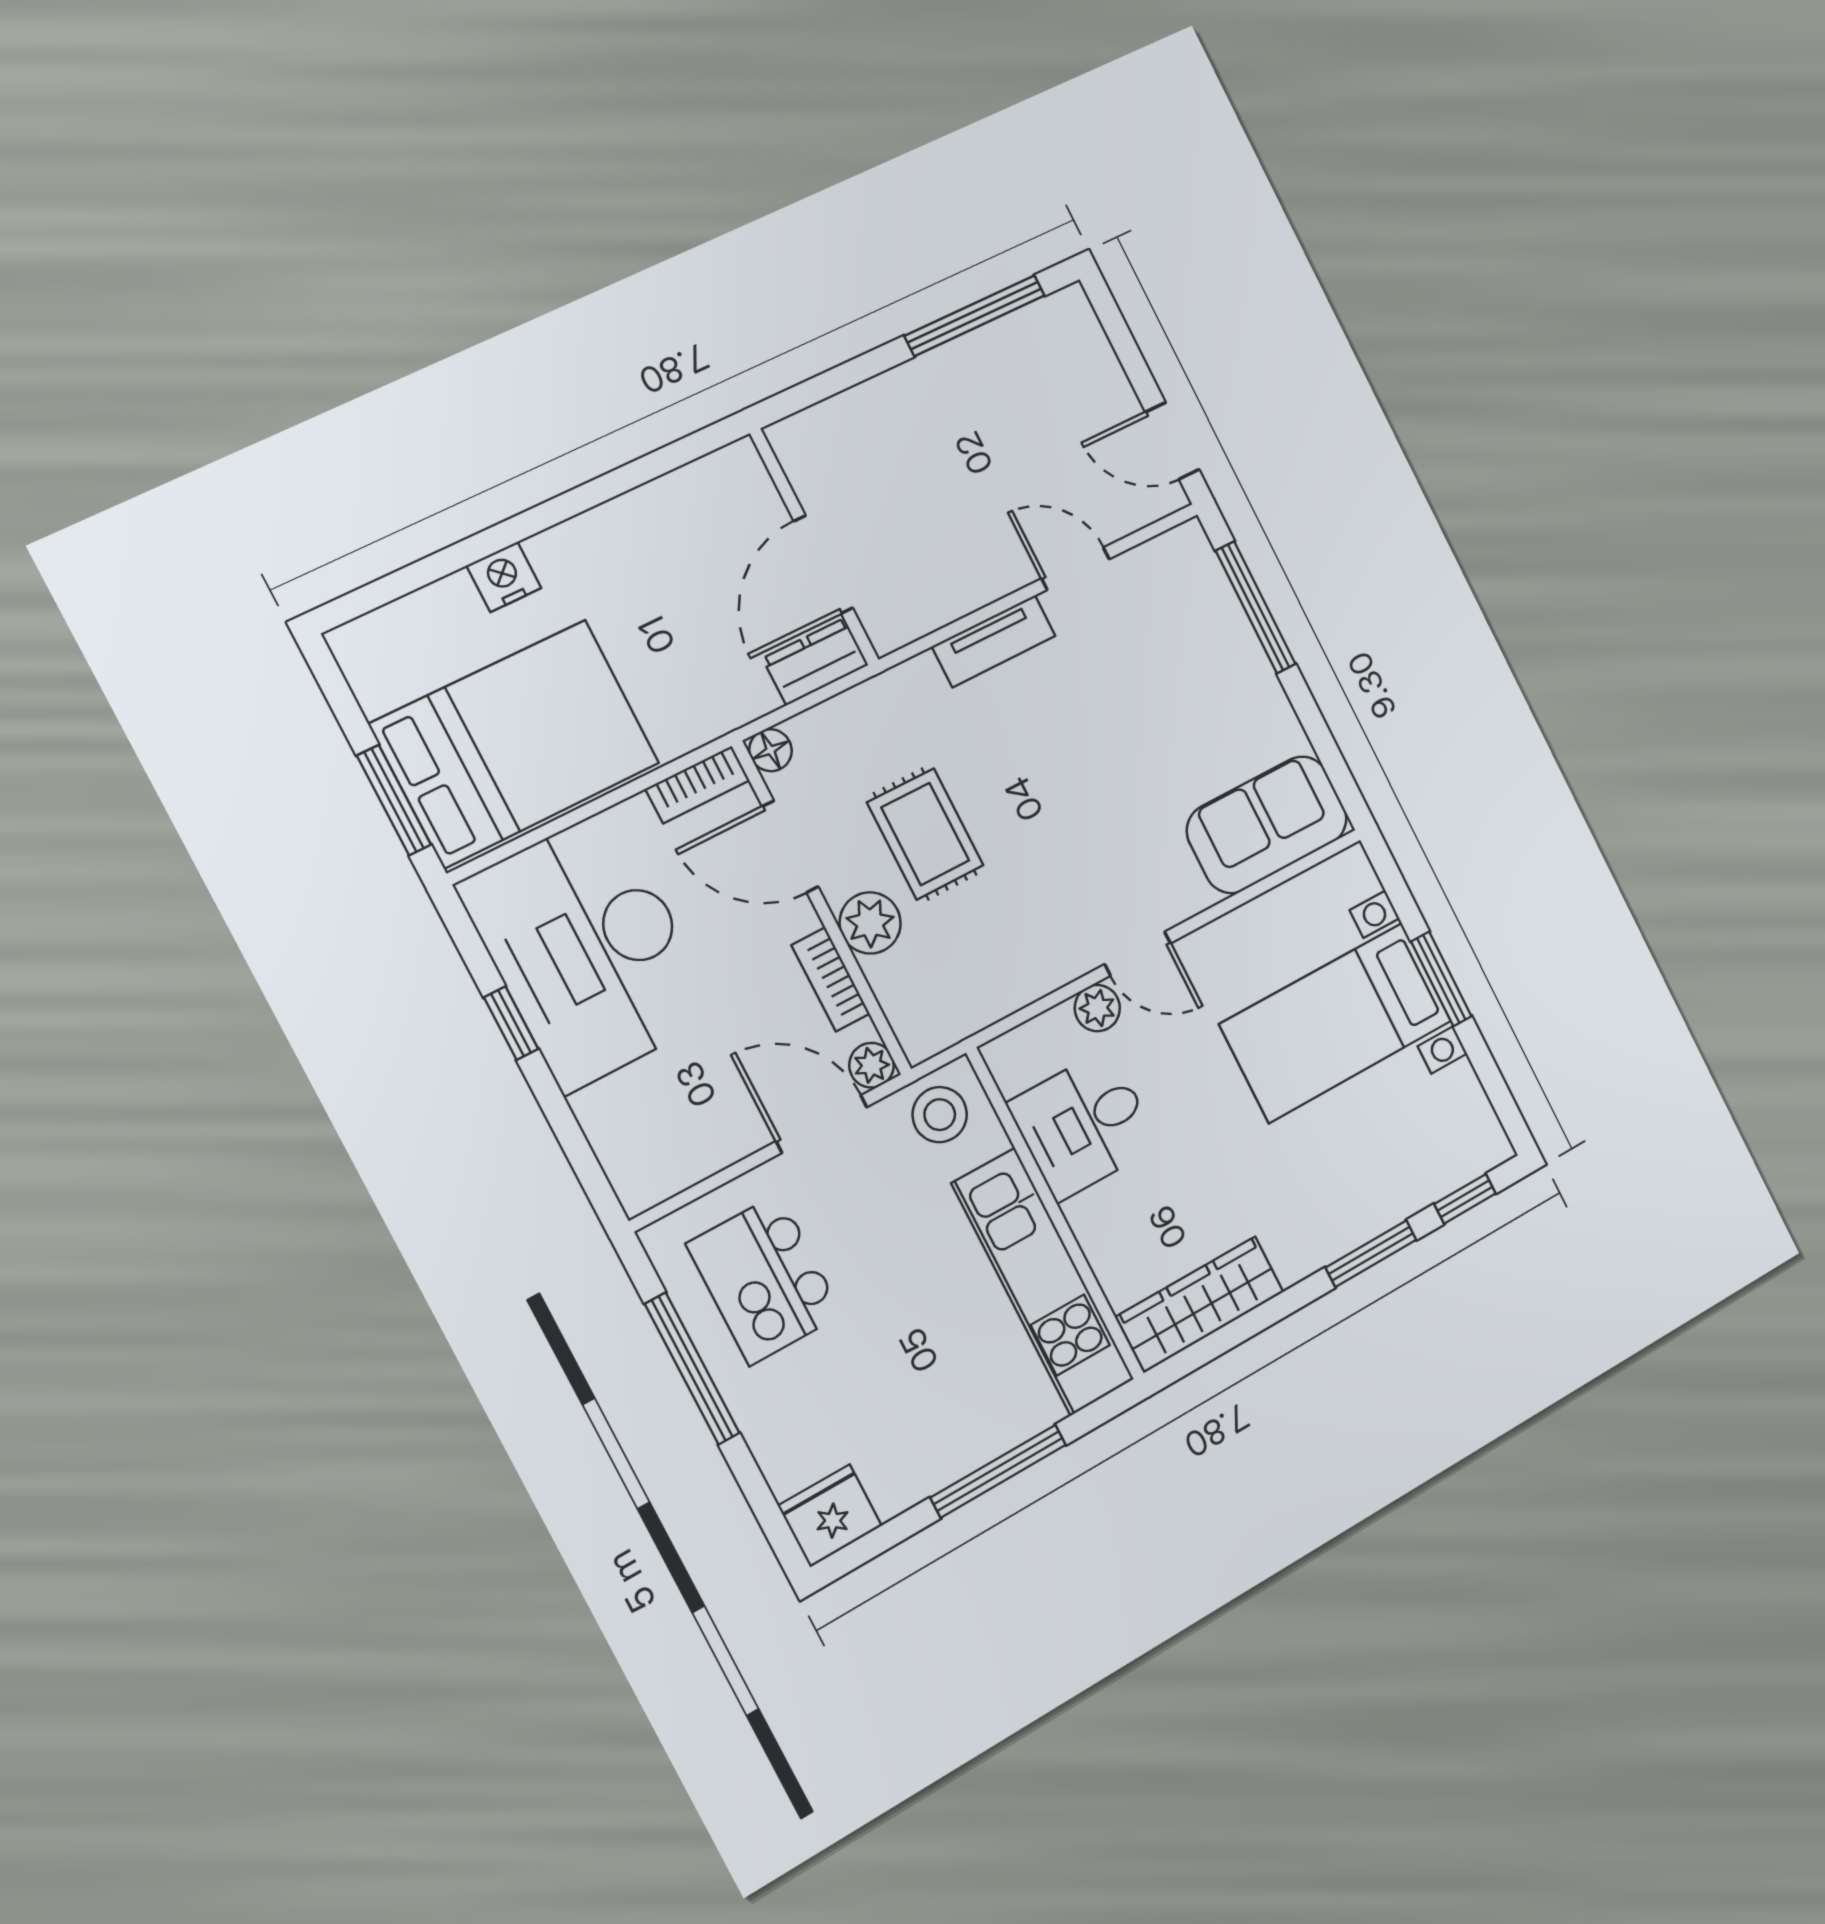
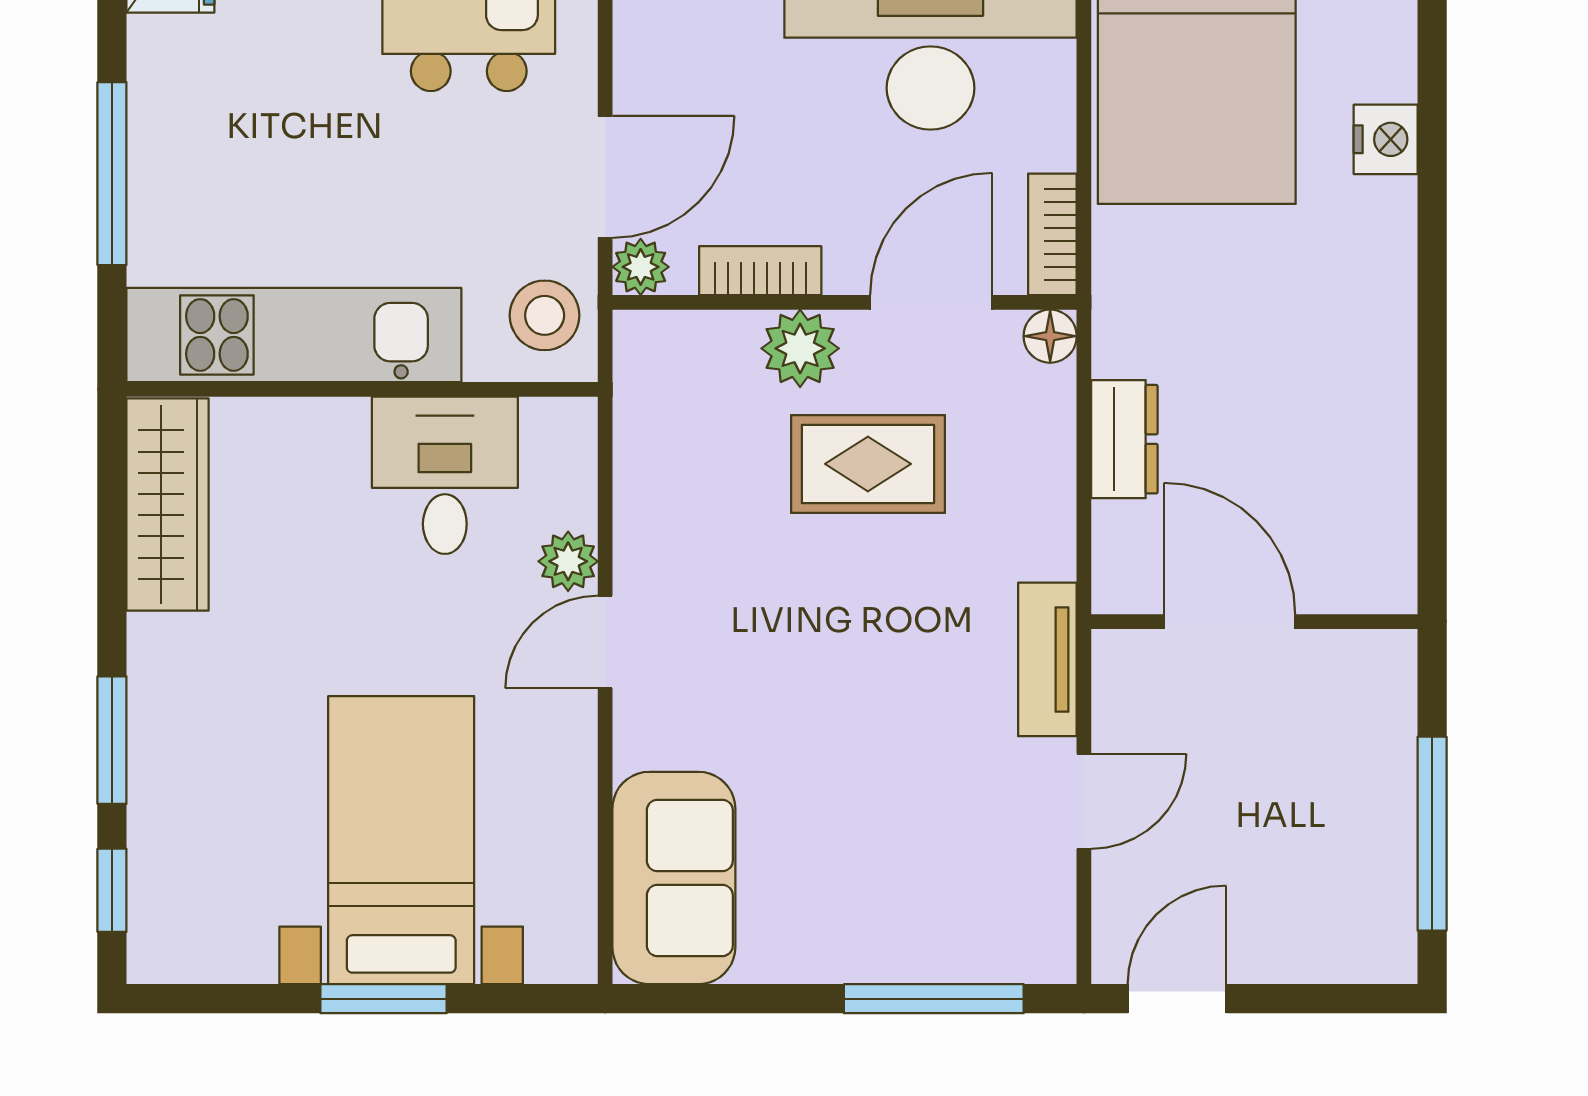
wall: (814, 547) -> (1254, 622), moved
door: (823, 565) -> (1230, 622), moved

